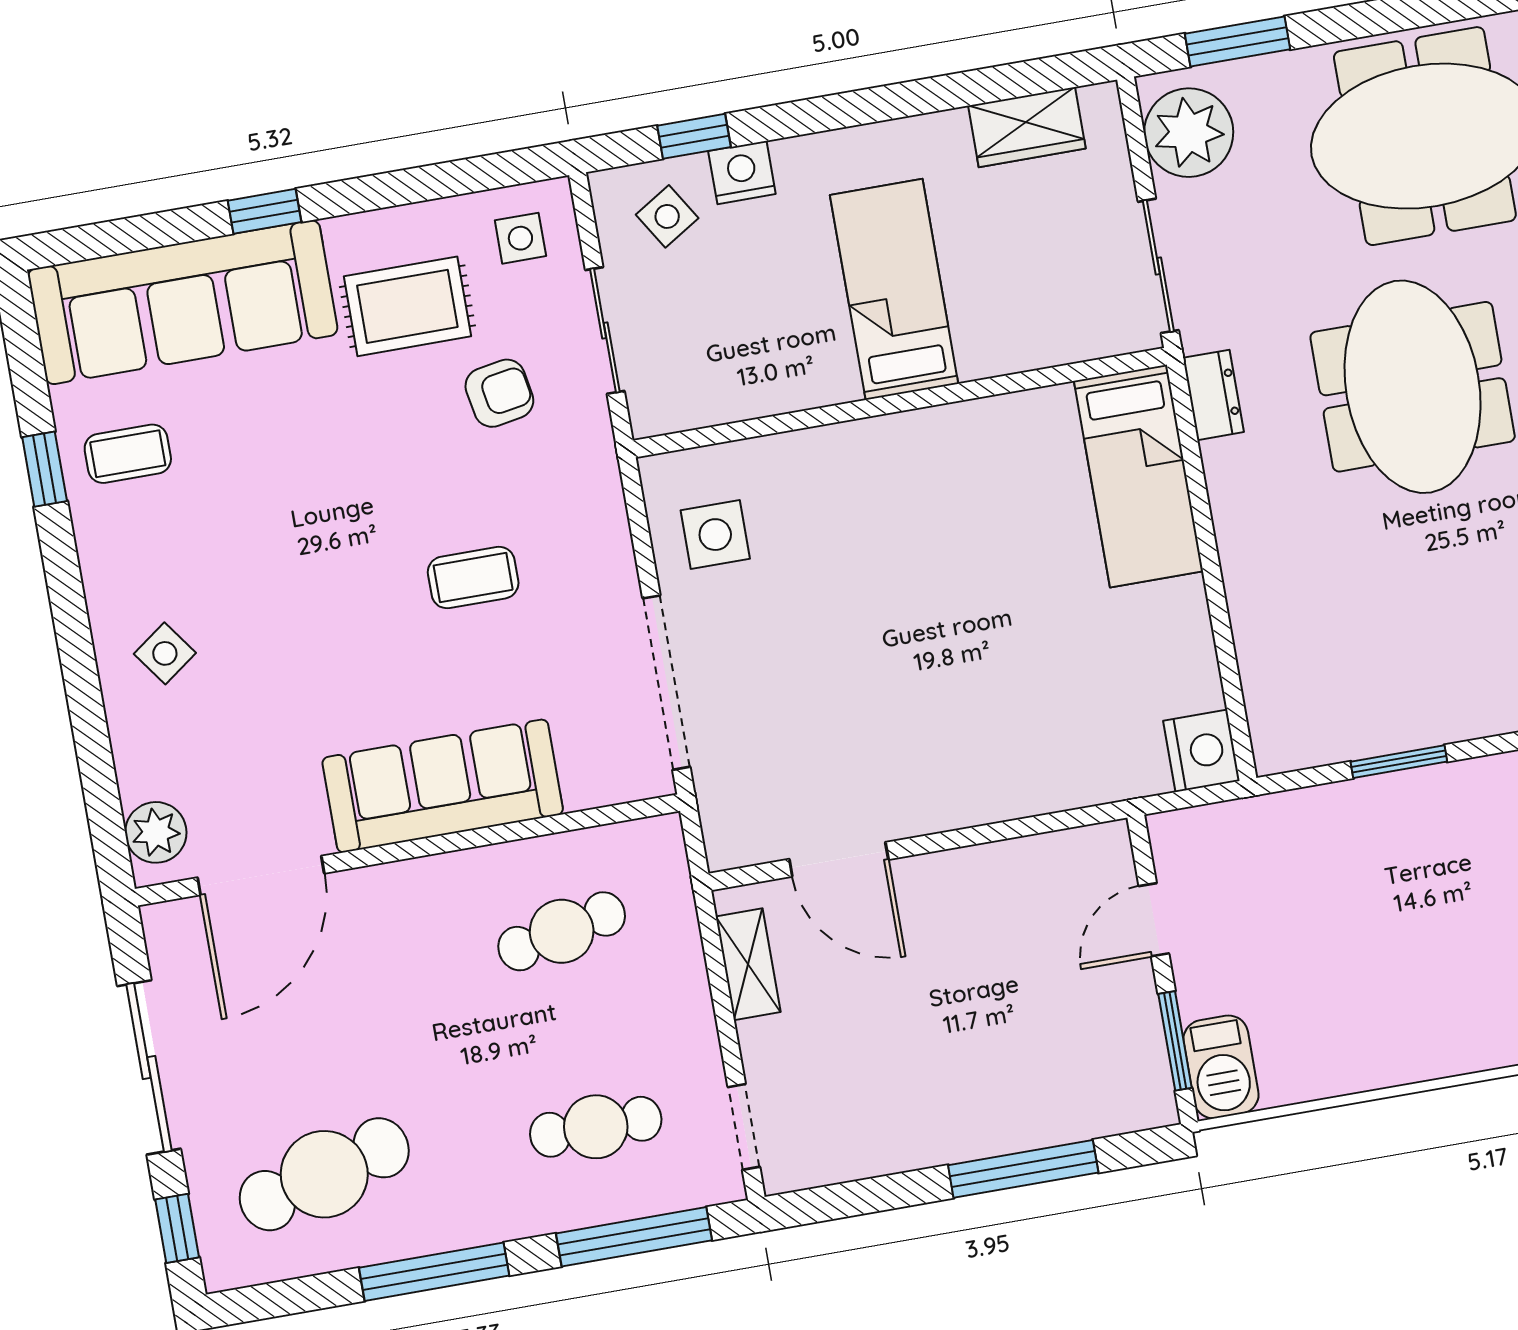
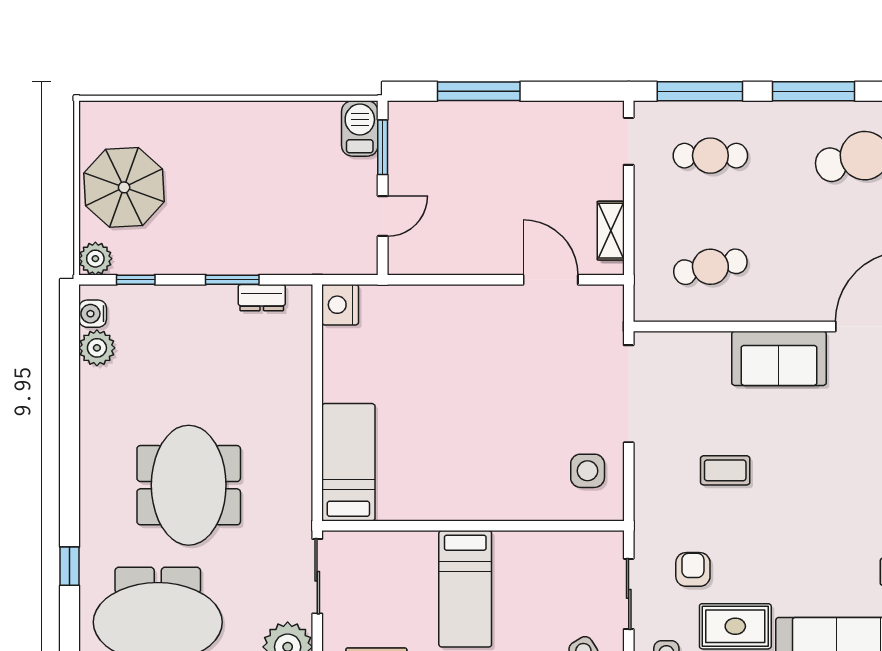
armchair: (499, 393) -> (693, 569), turned 100
dresser: (1213, 395) -> (262, 298), moved, turned -90
sofa: (443, 786) -> (779, 358), width x0.73

